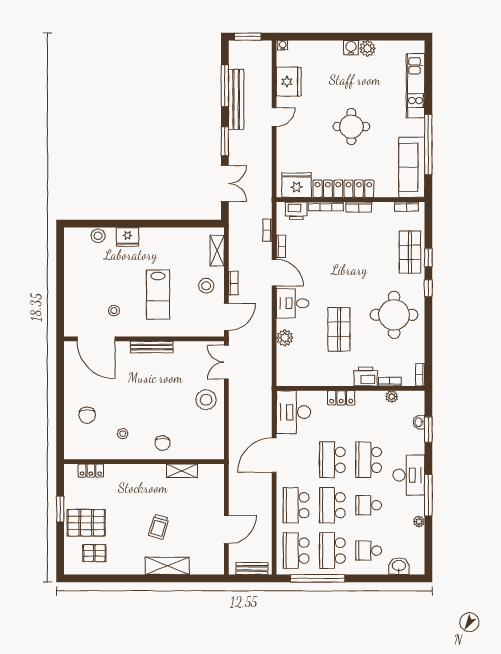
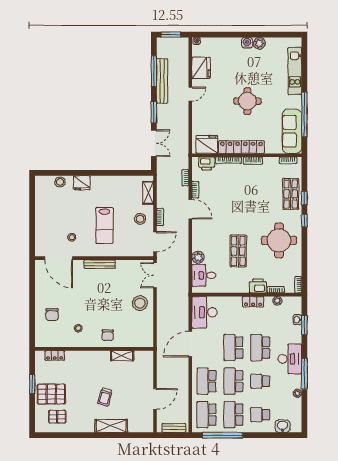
desk: (293, 303) -> (204, 275), moved
locker: (341, 398) -> (253, 302), moved

